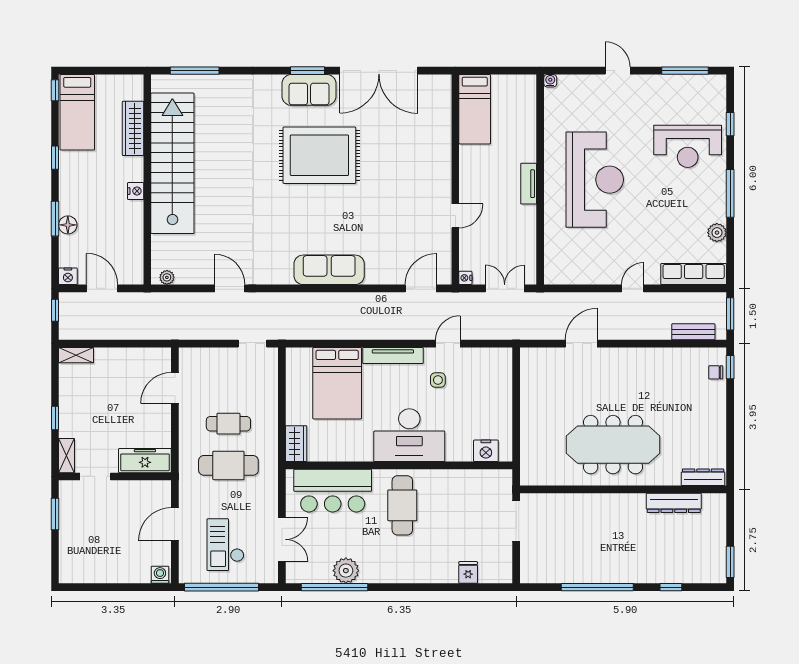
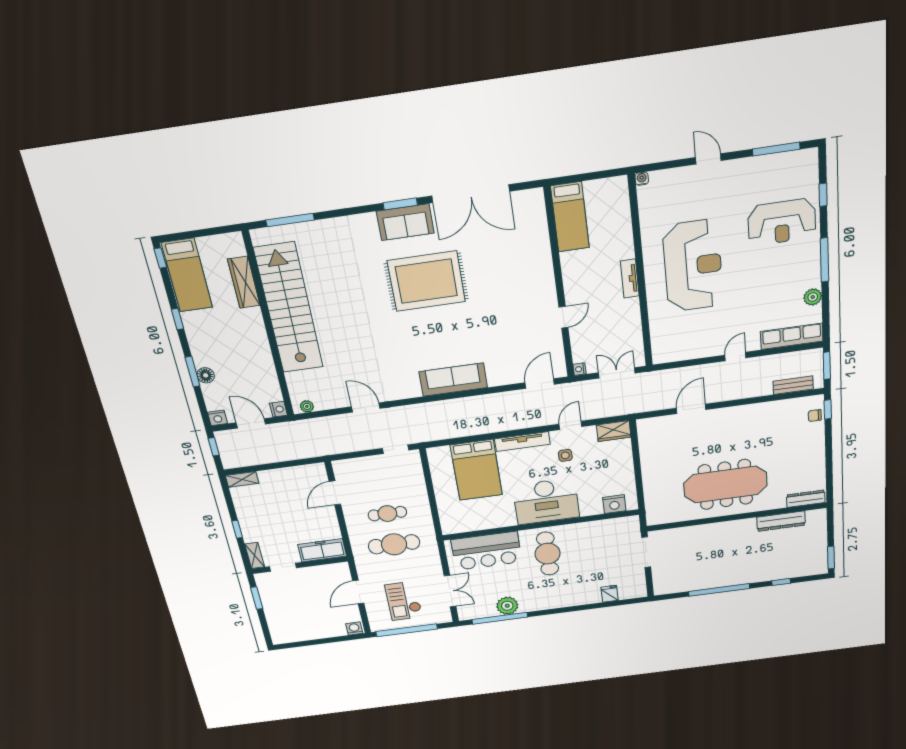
nightstand: (136, 191) -> (278, 409), moved
wardrobe: (296, 444) -> (614, 431), moved, turned 90

